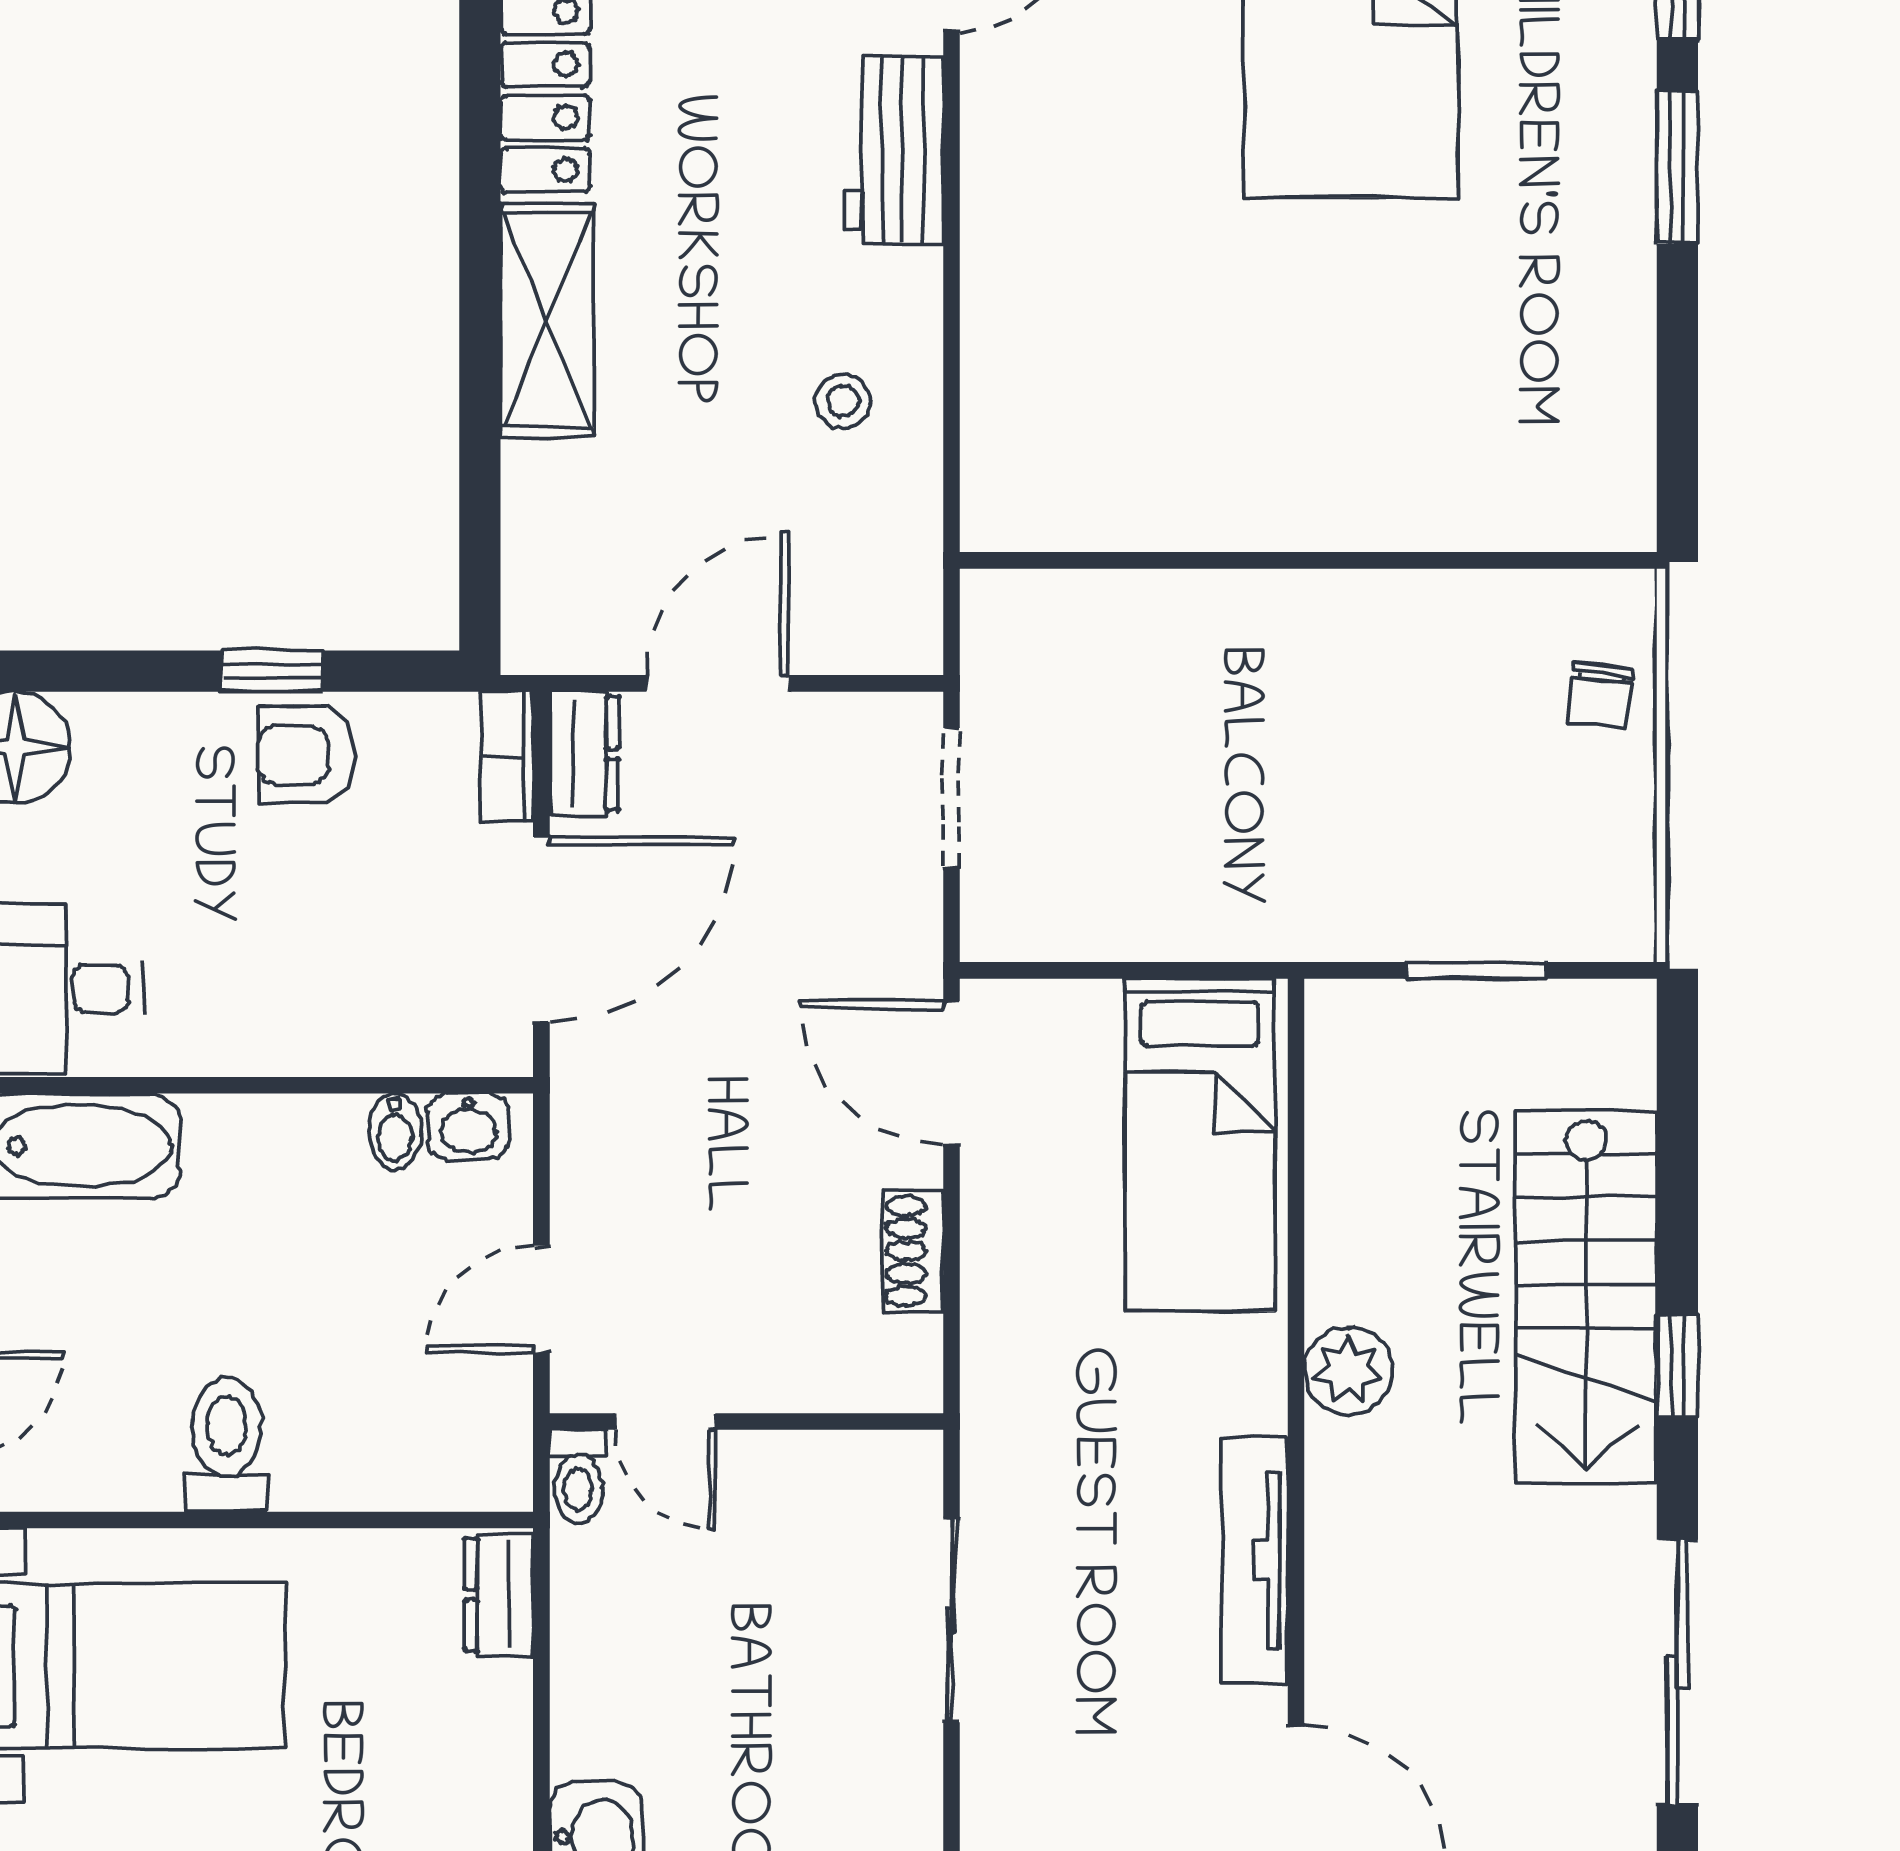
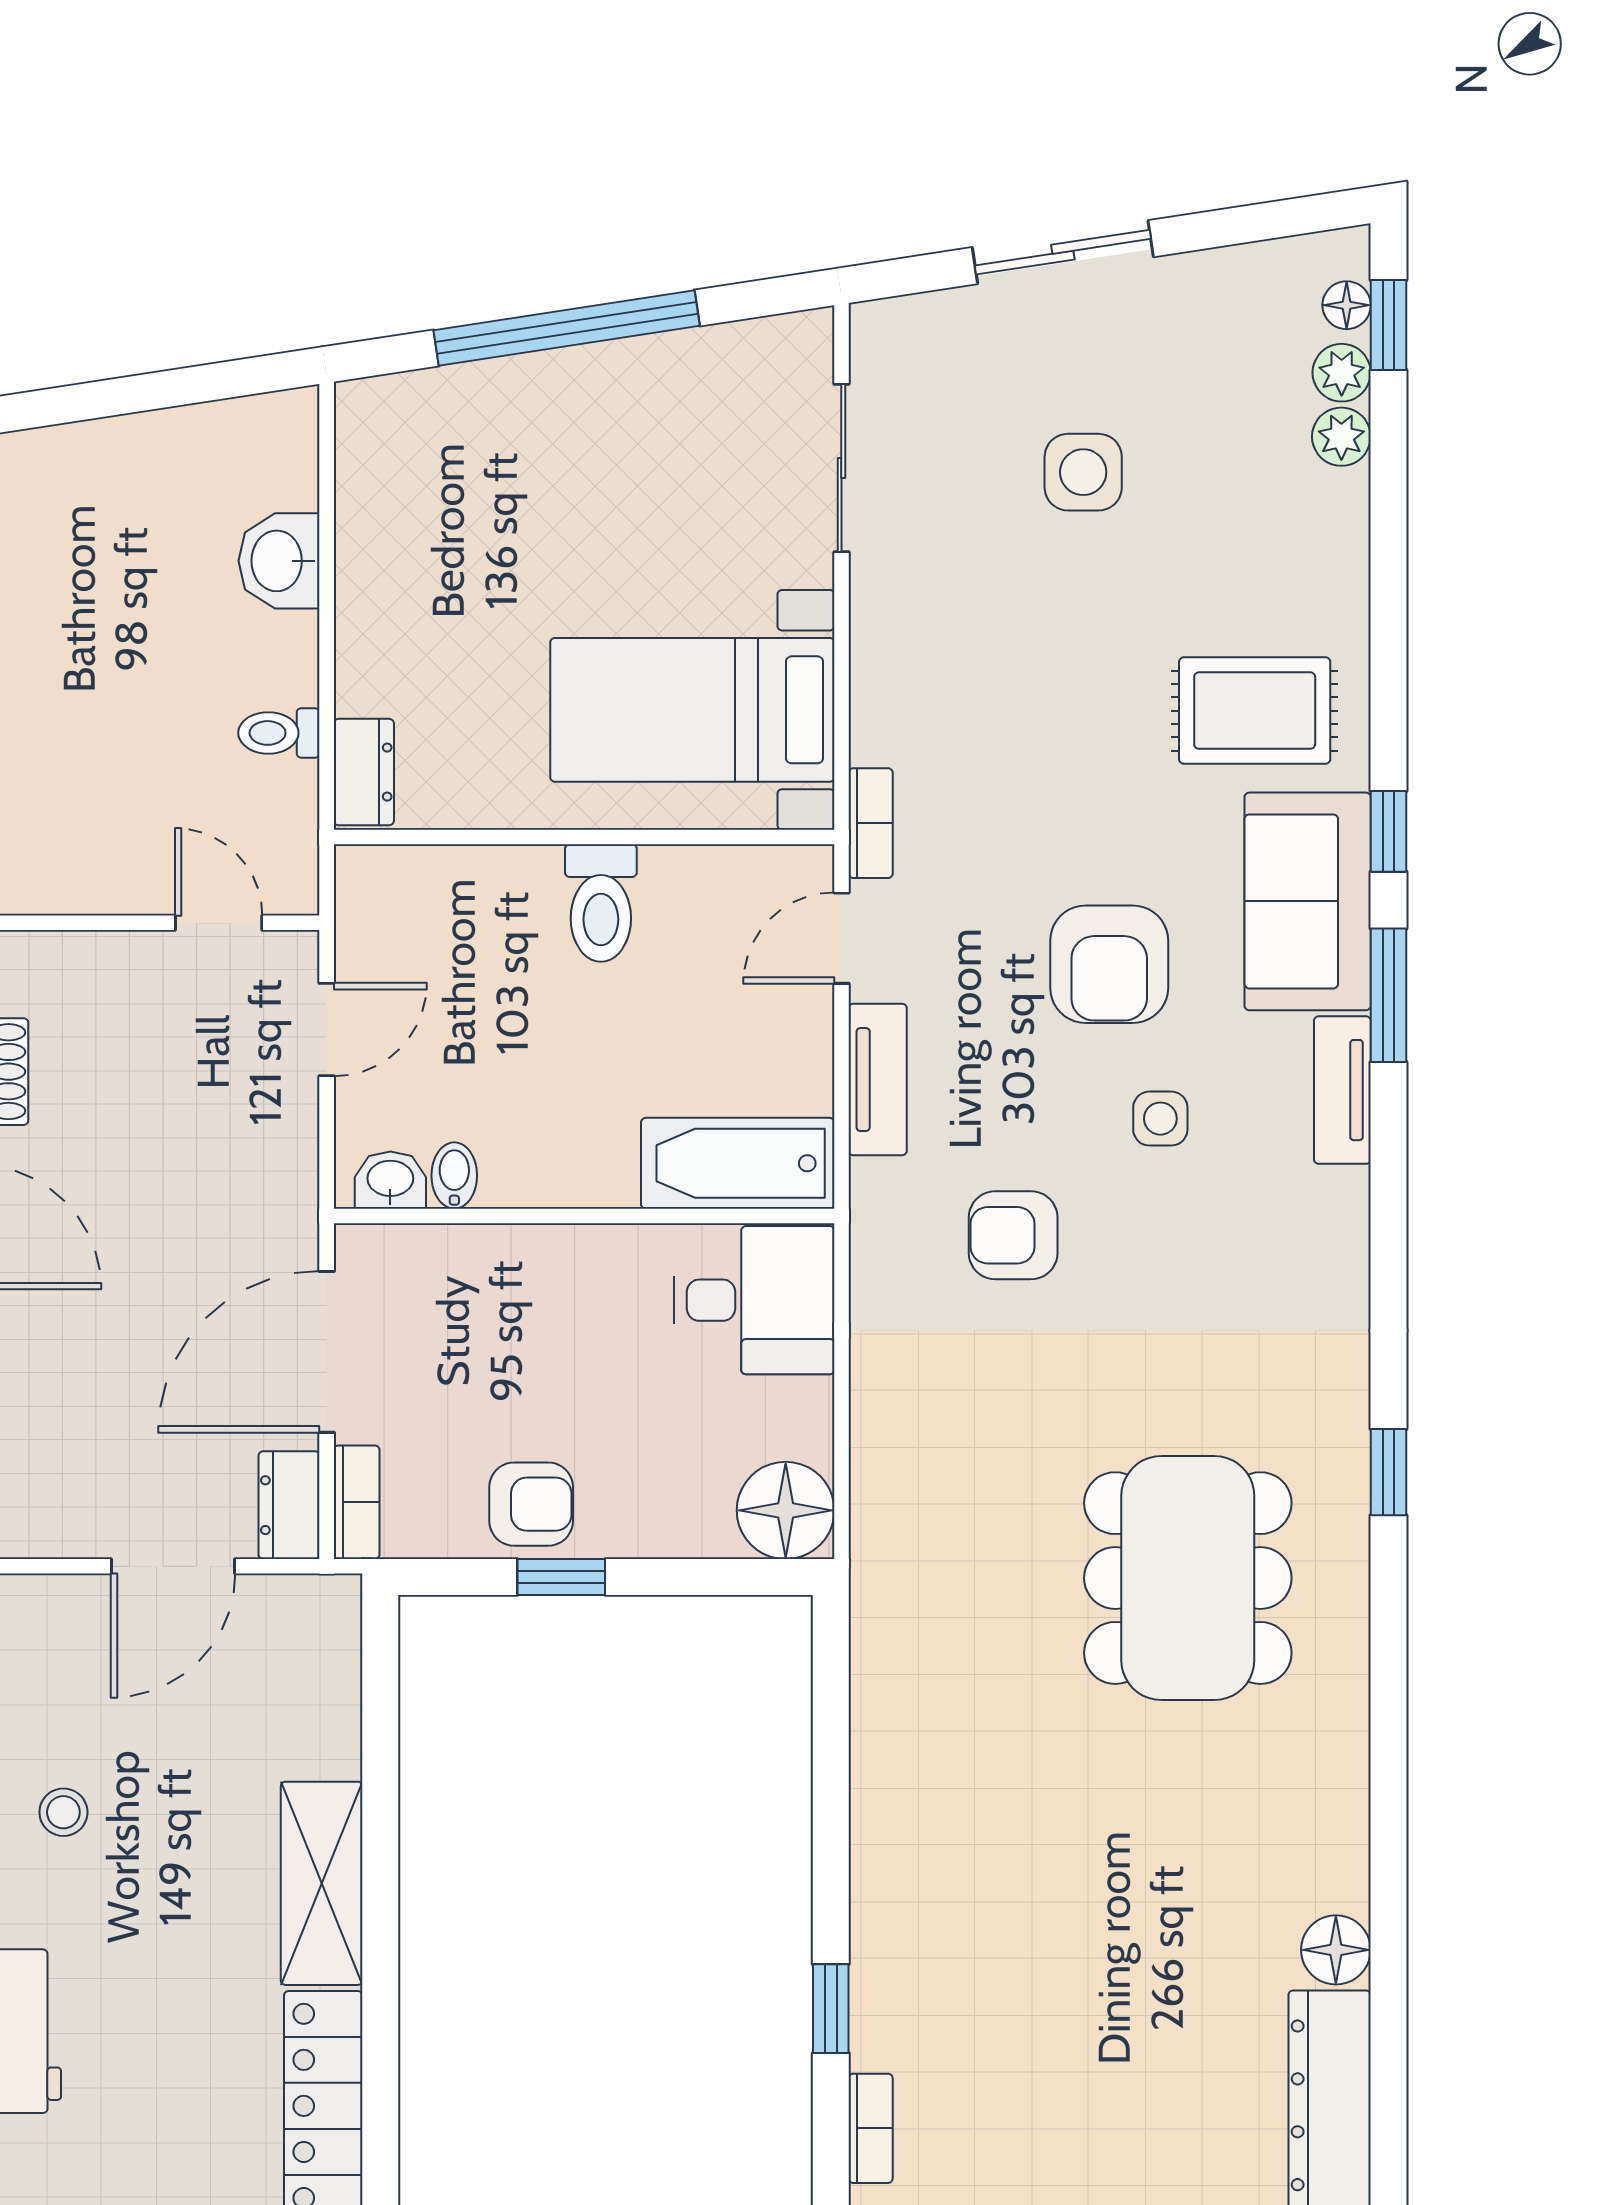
toilet: (578, 1476) -> (279, 733), moved, turned -90

